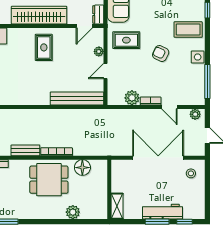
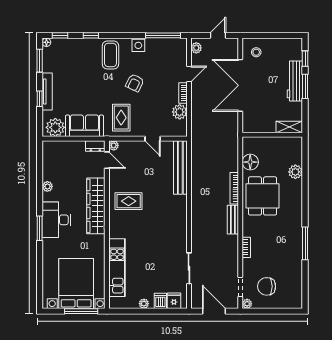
plant: (99, 51) -> (114, 145), moved

